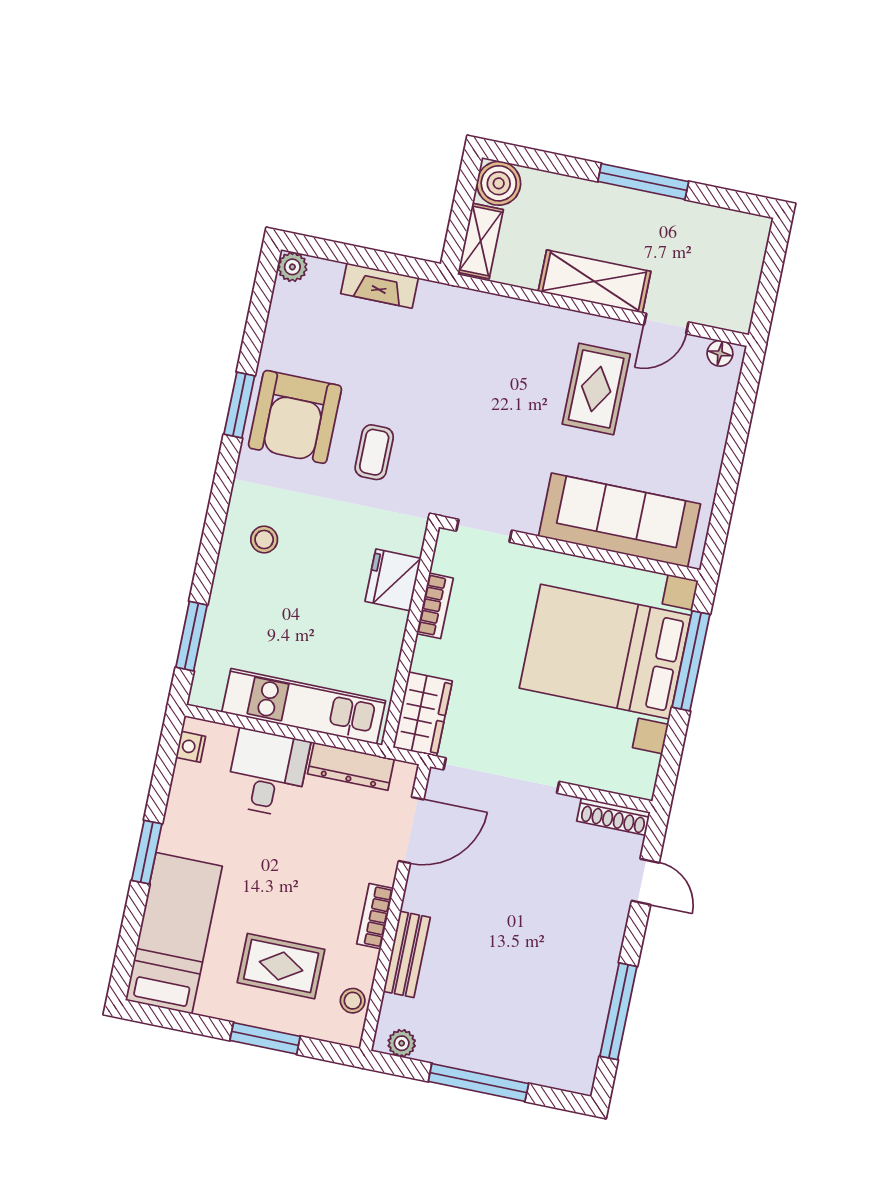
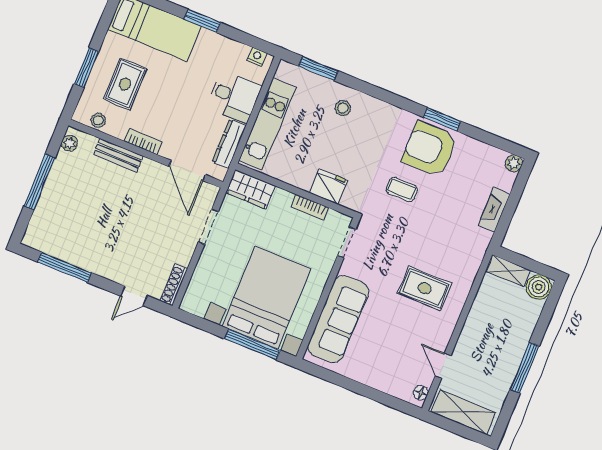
shelving: (594, 281) -> (463, 412), moved, turned 90
rug: (596, 389) -> (425, 288), moved
stool: (264, 539) -> (343, 108), moved
doorway: (501, 776) -> (208, 227), width x0.53

